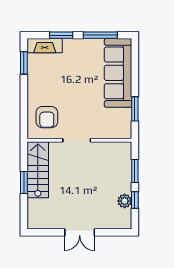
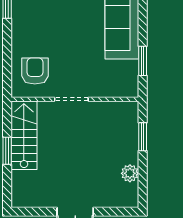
armchair: (47, 117) -> (35, 71), turned 180
window: (135, 200) -> (143, 172), removed

